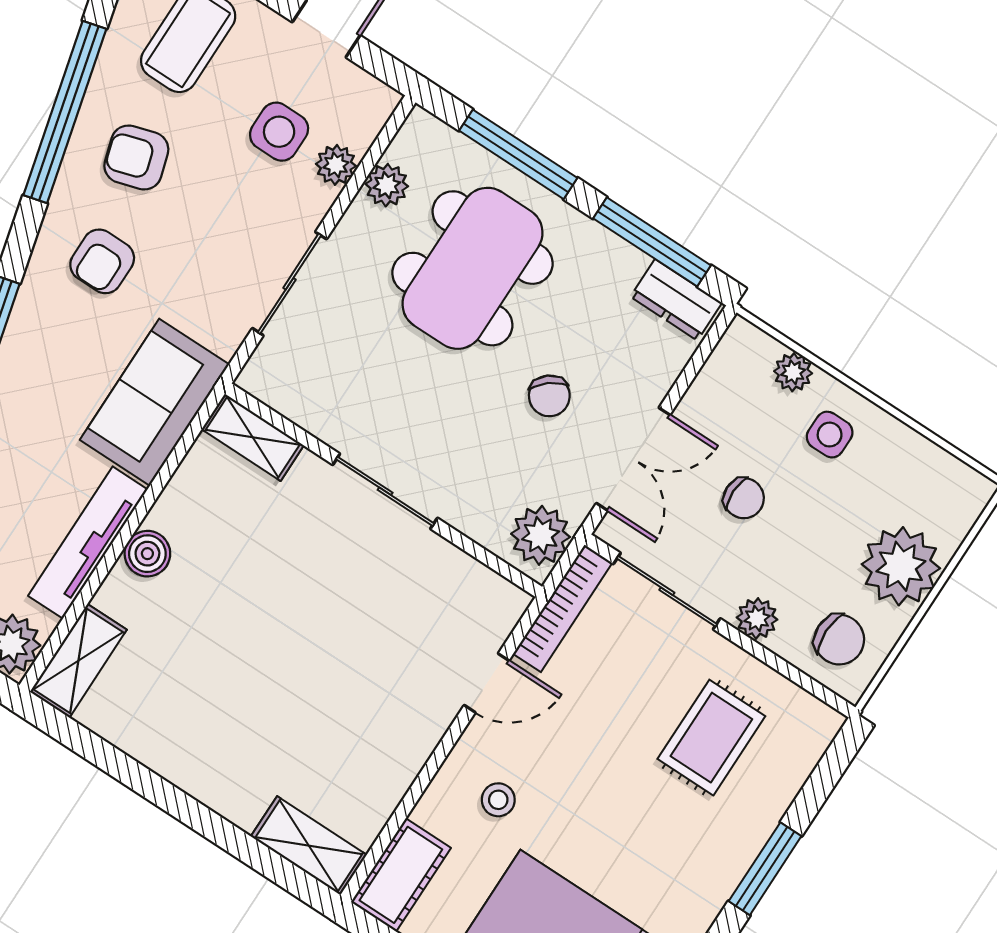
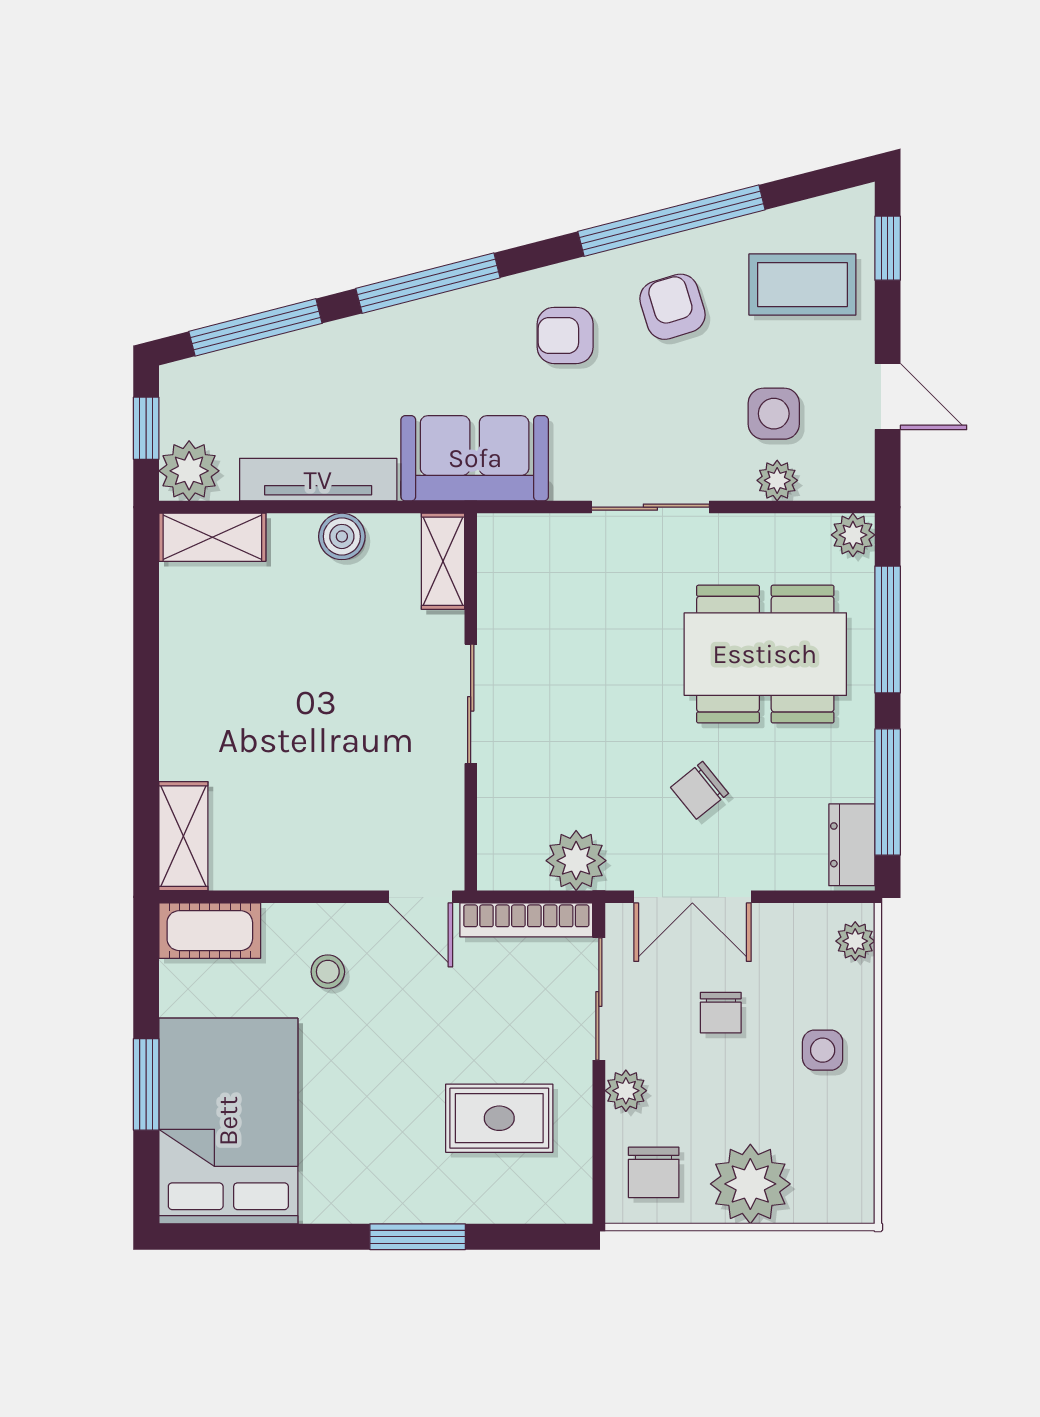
plant: (387, 185) -> (853, 535), moved
plant: (793, 372) -> (855, 941), moved
shelving: (253, 437) -> (443, 561), moved
wall: (384, 490) -> (471, 702), moved
sliding door: (385, 491) -> (471, 704), moved

